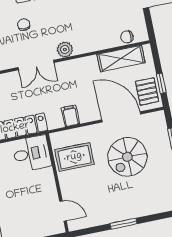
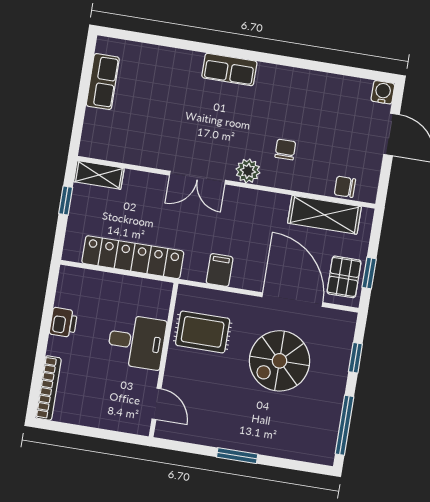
chair: (24, 25) -> (285, 150), moved
desk: (32, 153) -> (137, 342), moved

